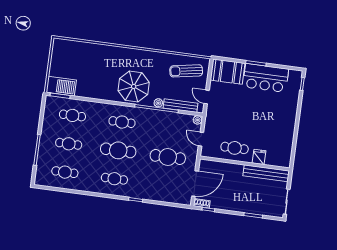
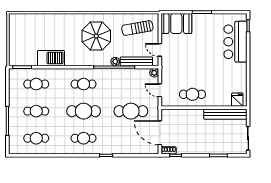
bar counter: (266, 78) -> (235, 42), moved, turned 90
barbecue: (61, 86) -> (51, 58), moved
parasol: (134, 86) -> (96, 36), moved
fridge: (259, 157) -> (237, 100), moved
door: (195, 184) -> (160, 133), swing flipped

